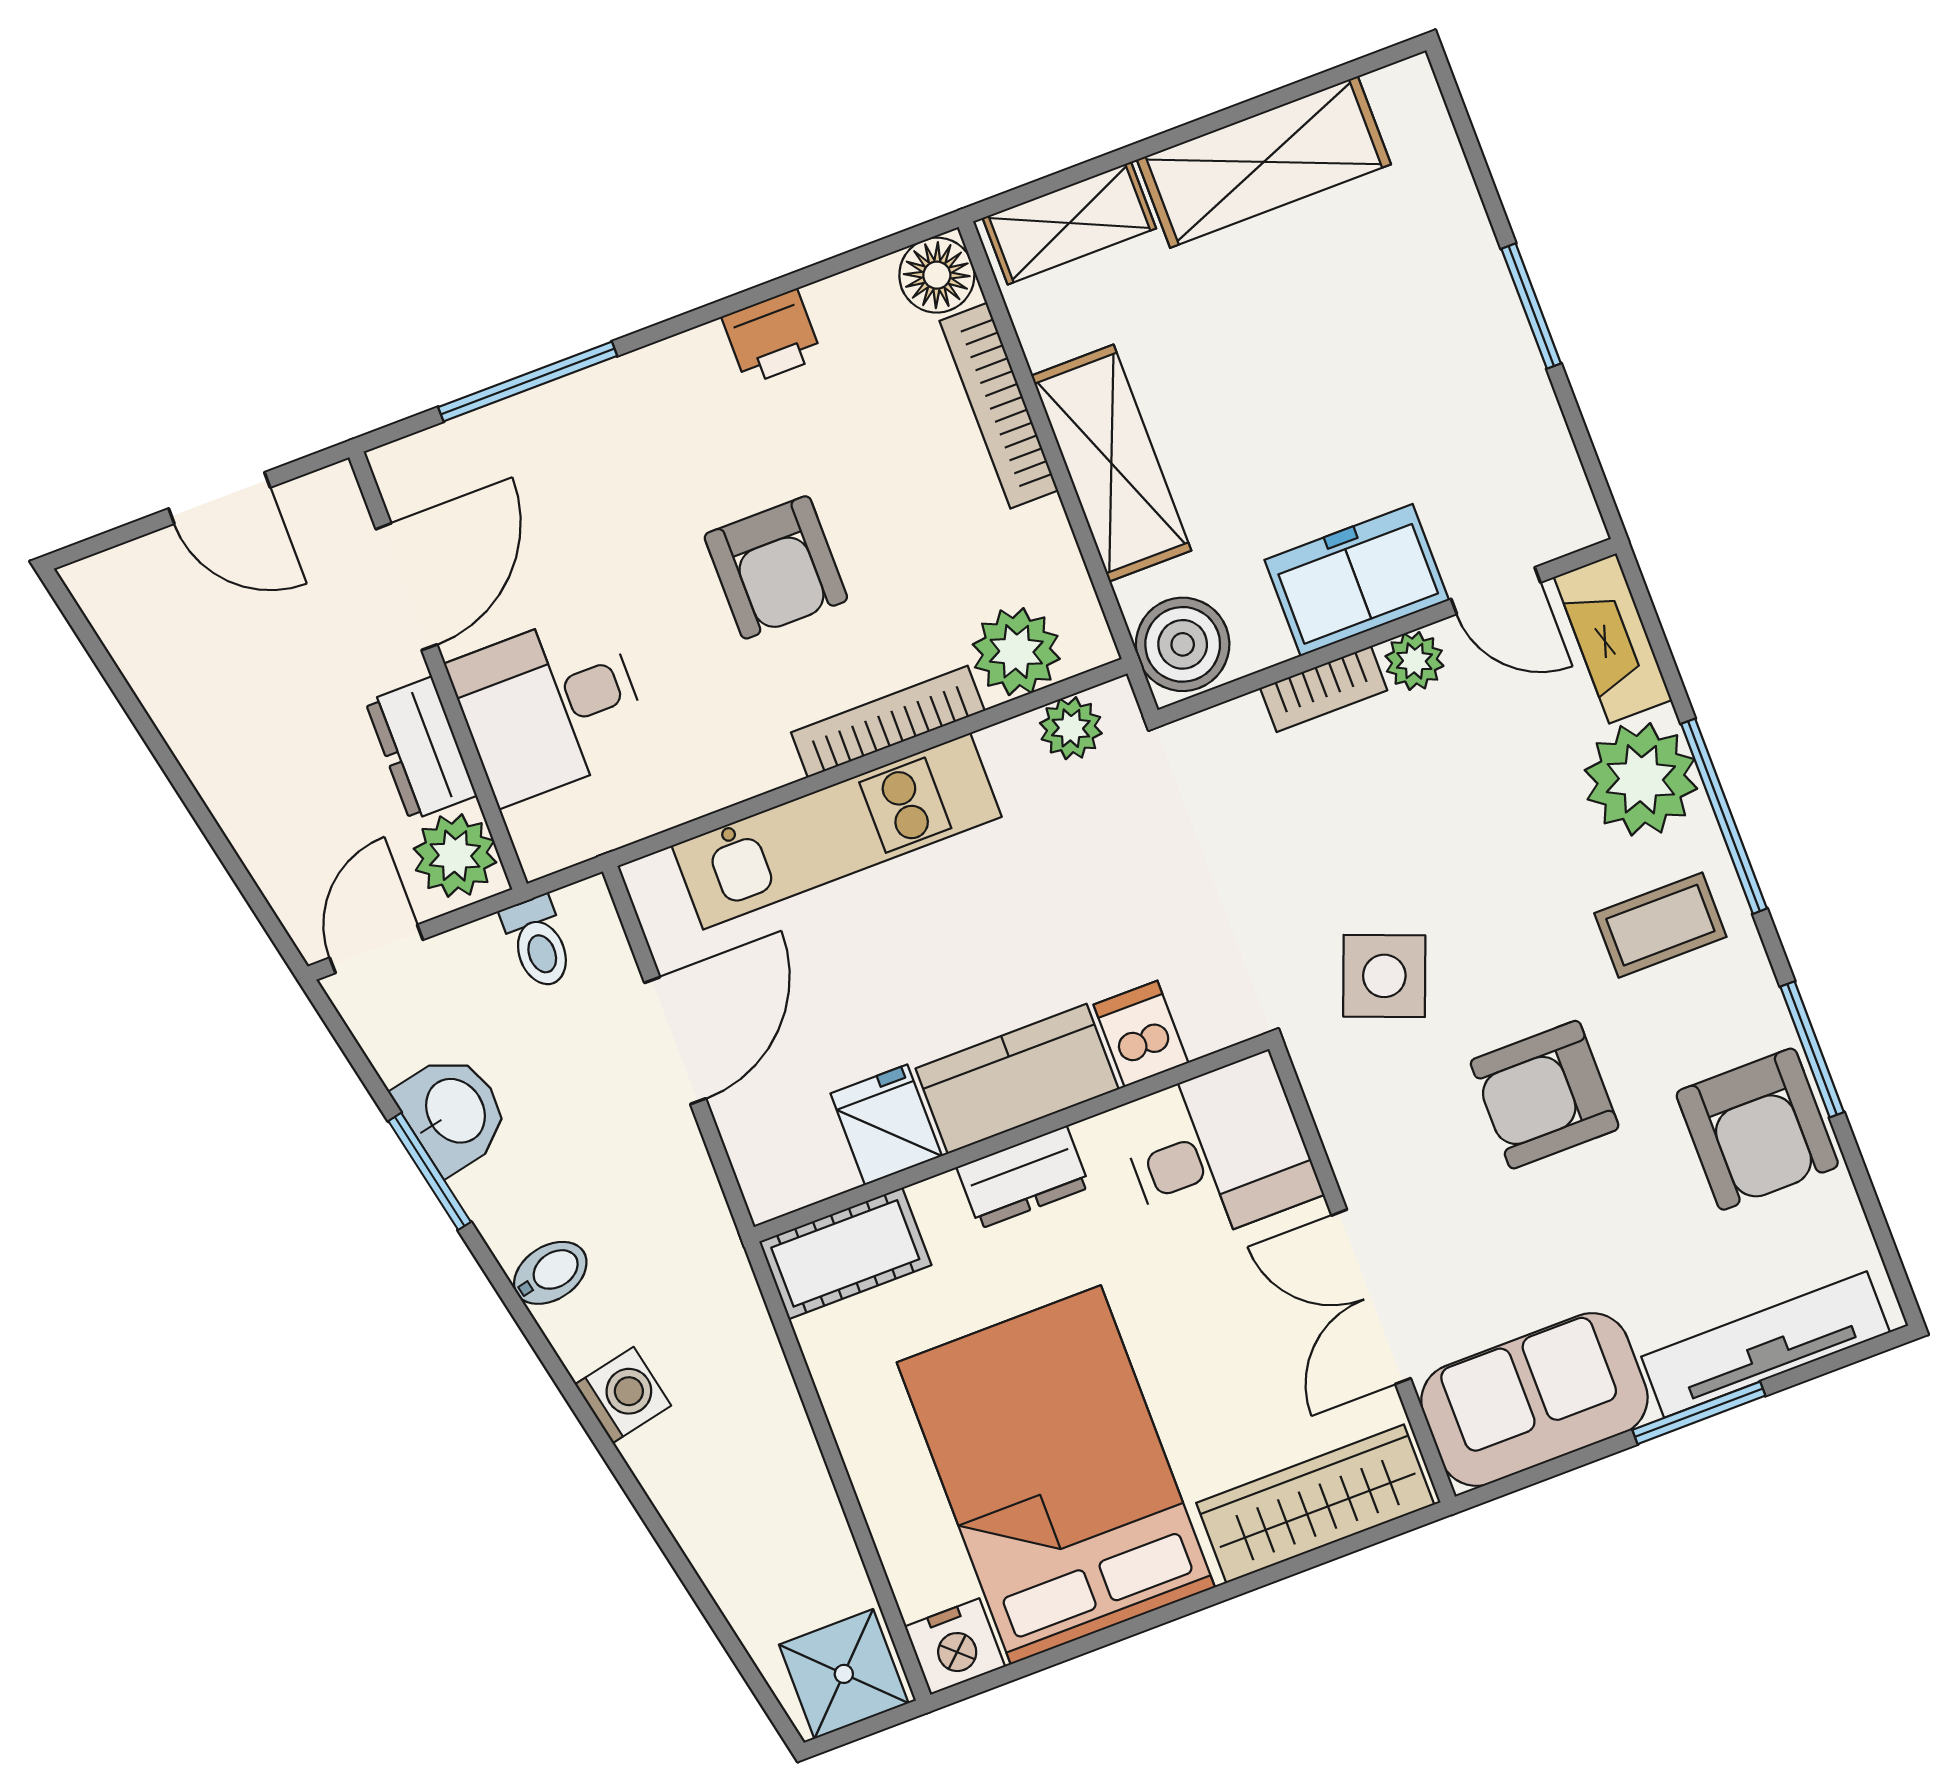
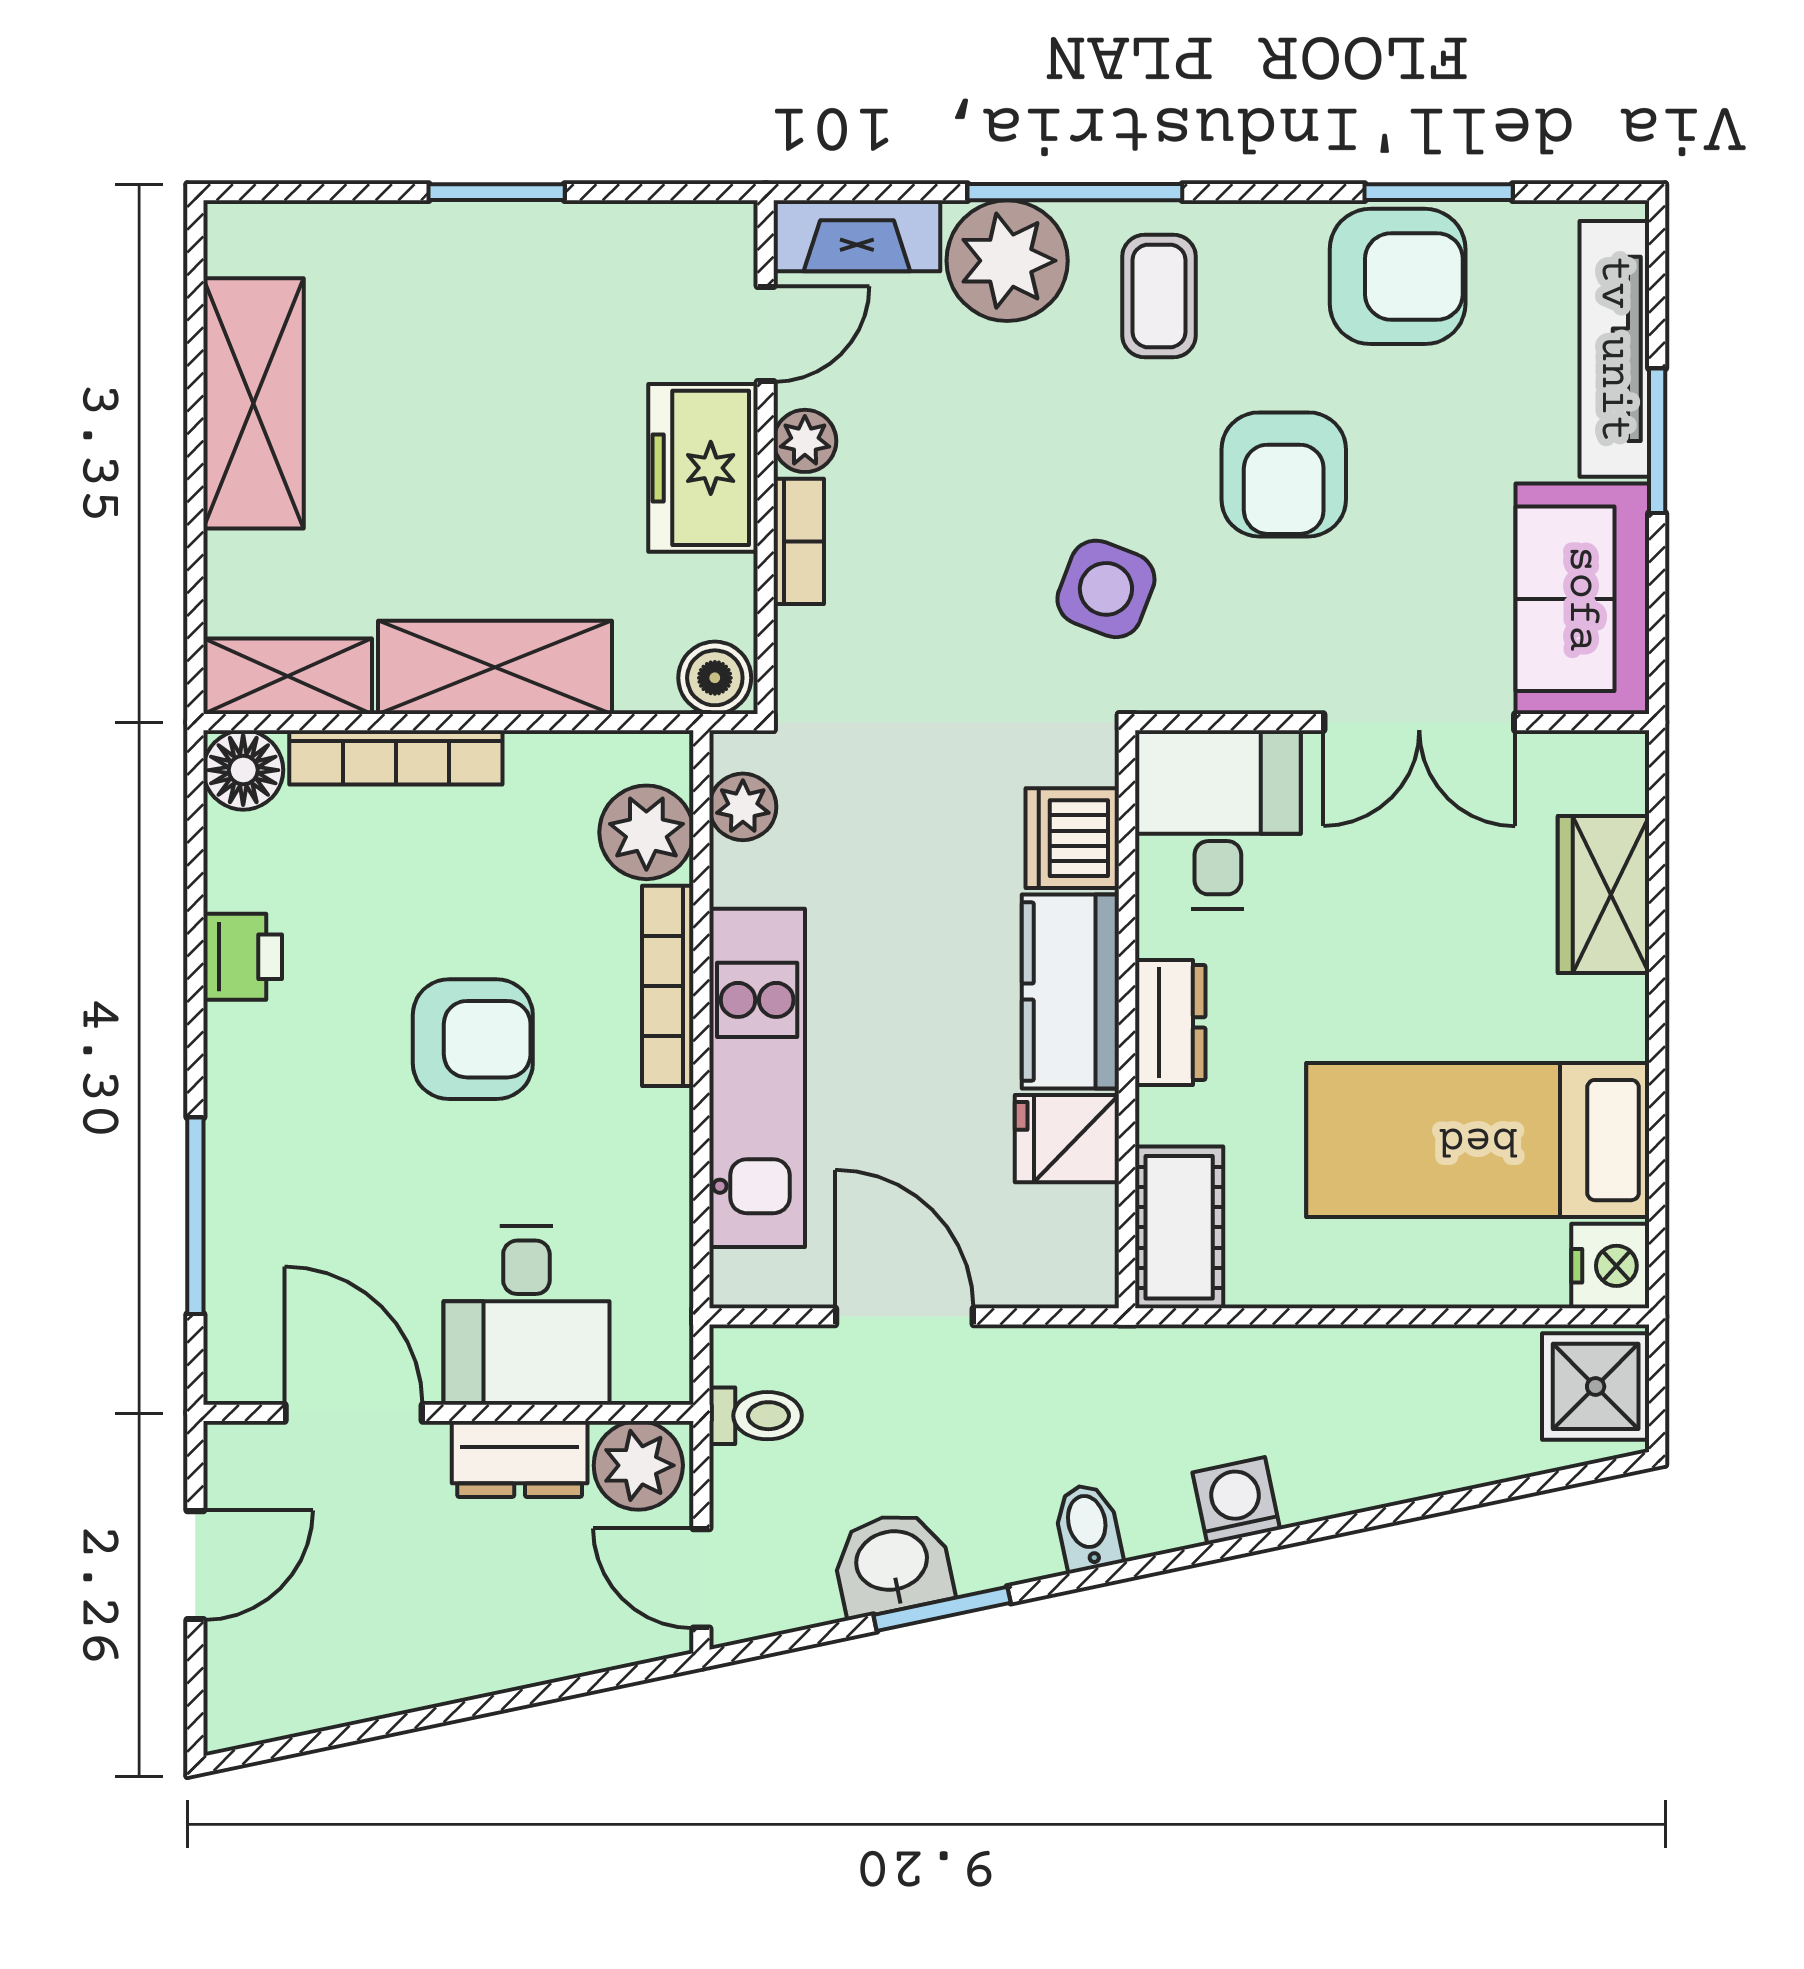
shelving: (1069, 223) -> (288, 676), moved, turned 90
boiler: (1183, 644) -> (715, 678), width x0.73, depth x0.73
dishwasher: (1141, 1034) -> (1072, 838), width x1.38
window: (1812, 1049) -> (1439, 192), moved
bed: (1056, 1475) -> (1478, 1140), width x0.67
wardrobe: (1315, 1504) -> (1603, 894), width x0.67

